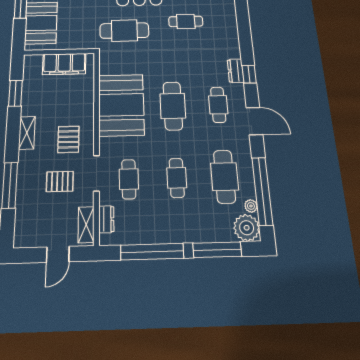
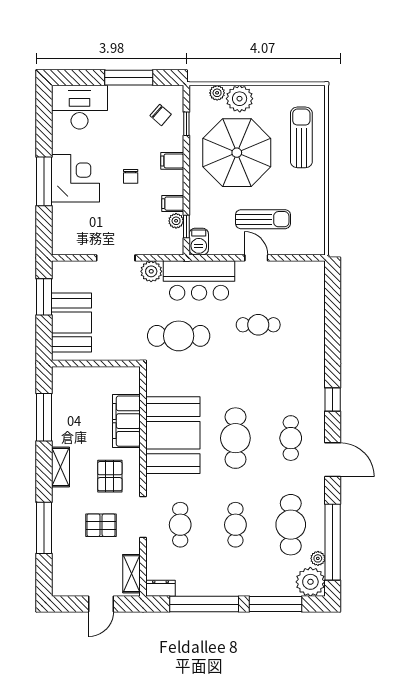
filing cabinet: (64, 64) -> (126, 421), moved, turned 90
dresser: (236, 71) -> (316, 395), removed
window: (15, 93) -> (44, 417), width x1.44
dresser: (106, 219) -> (160, 588), moved, turned -90

